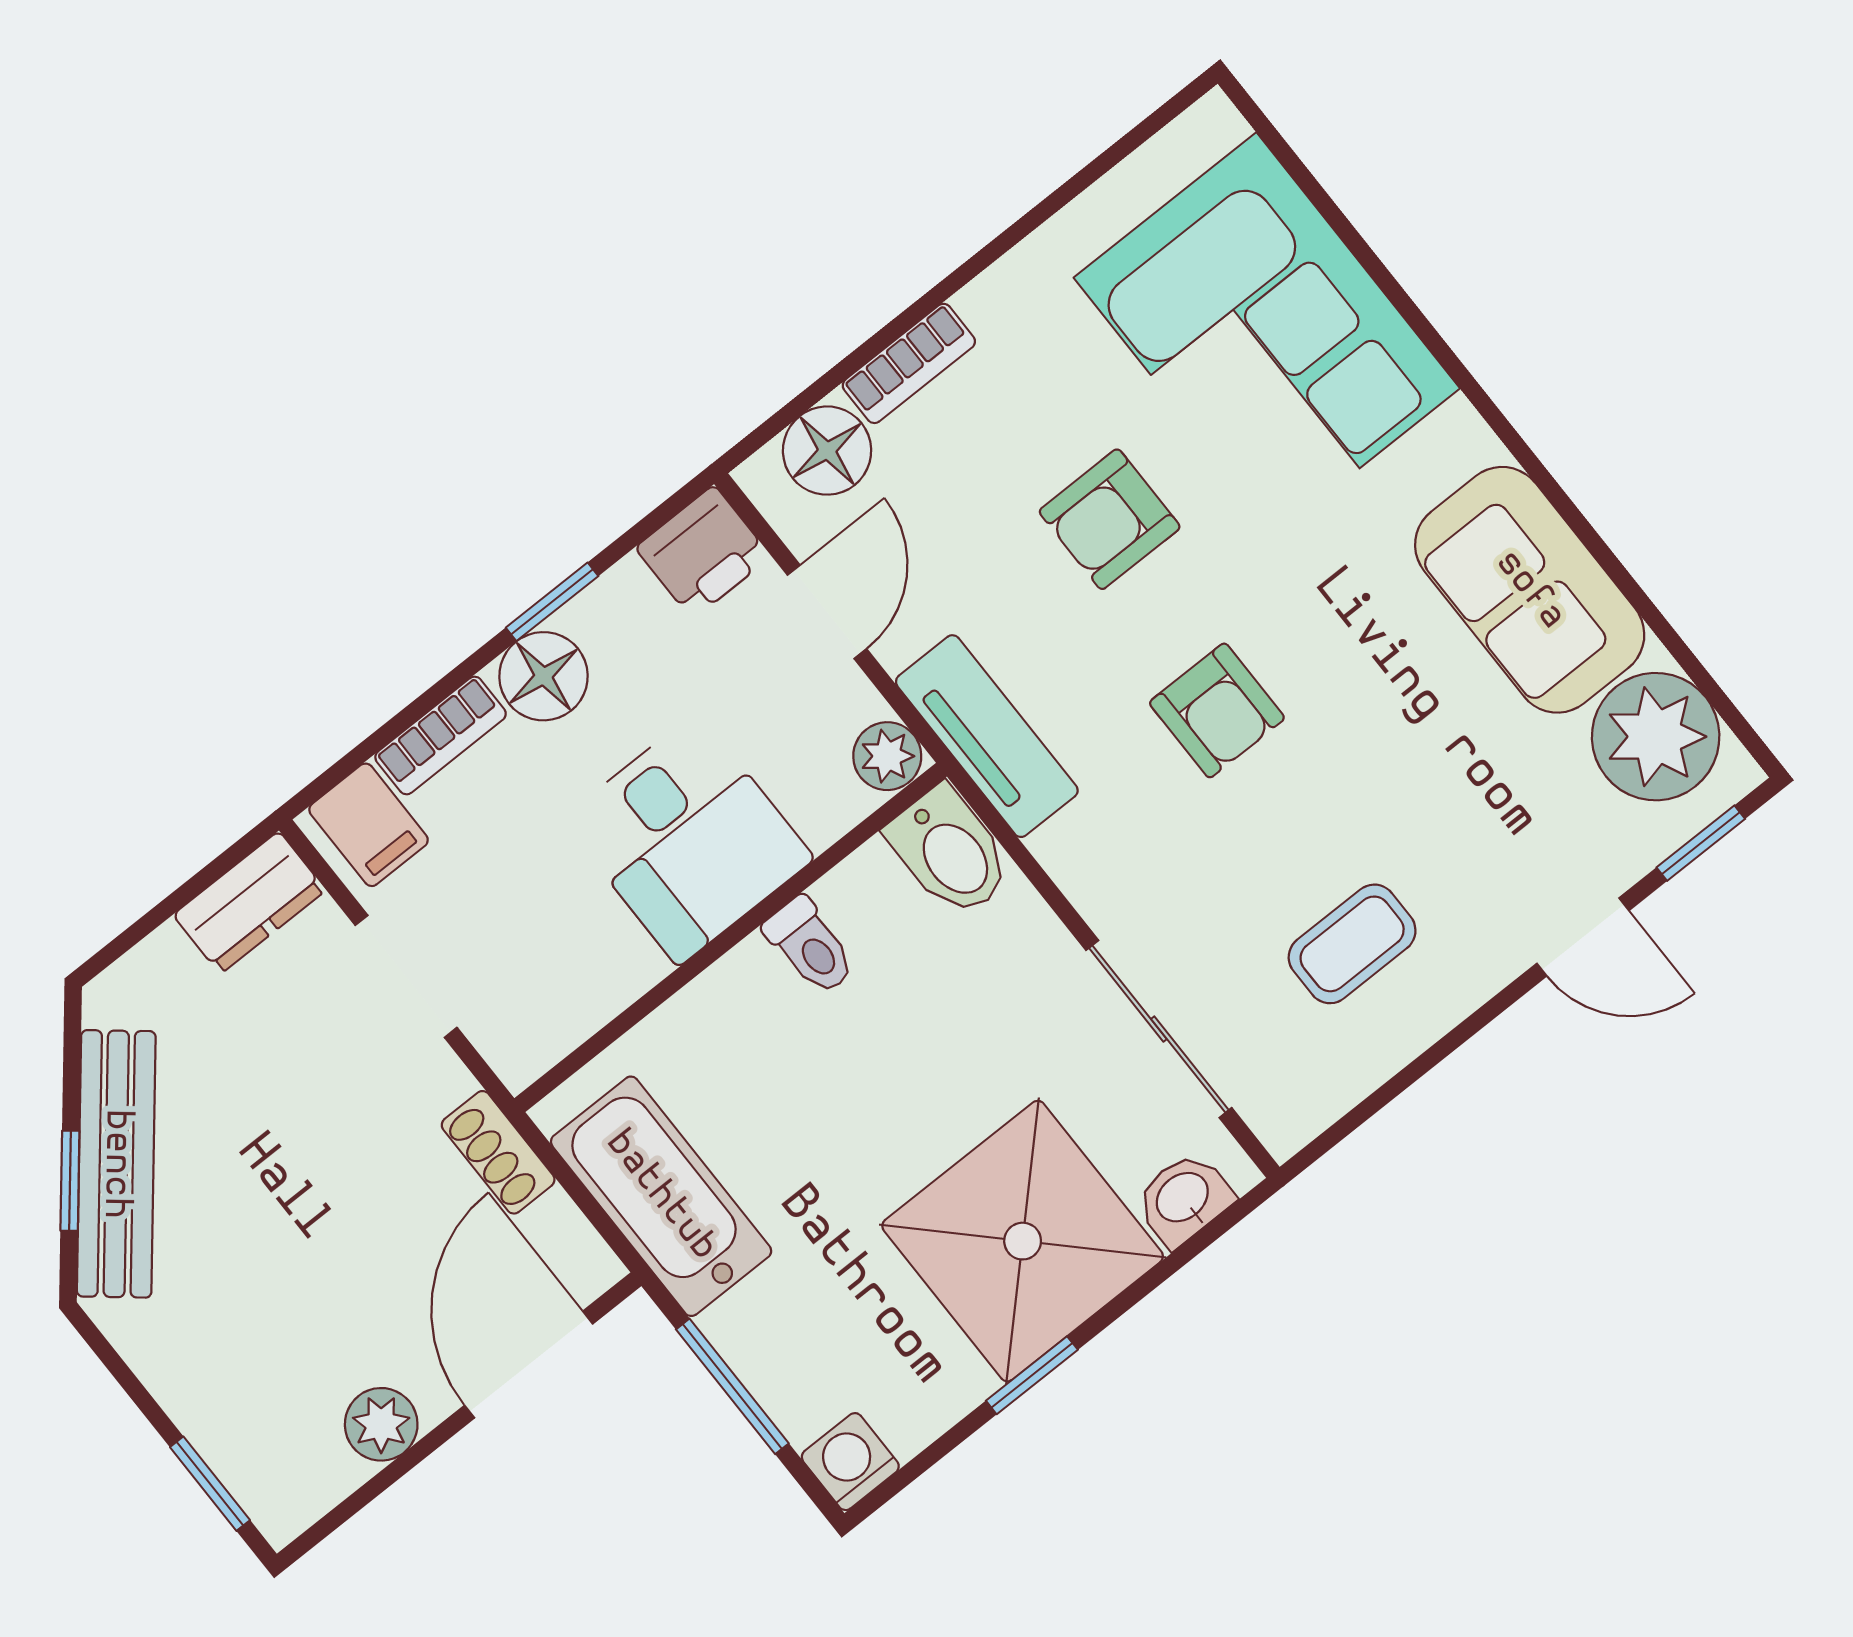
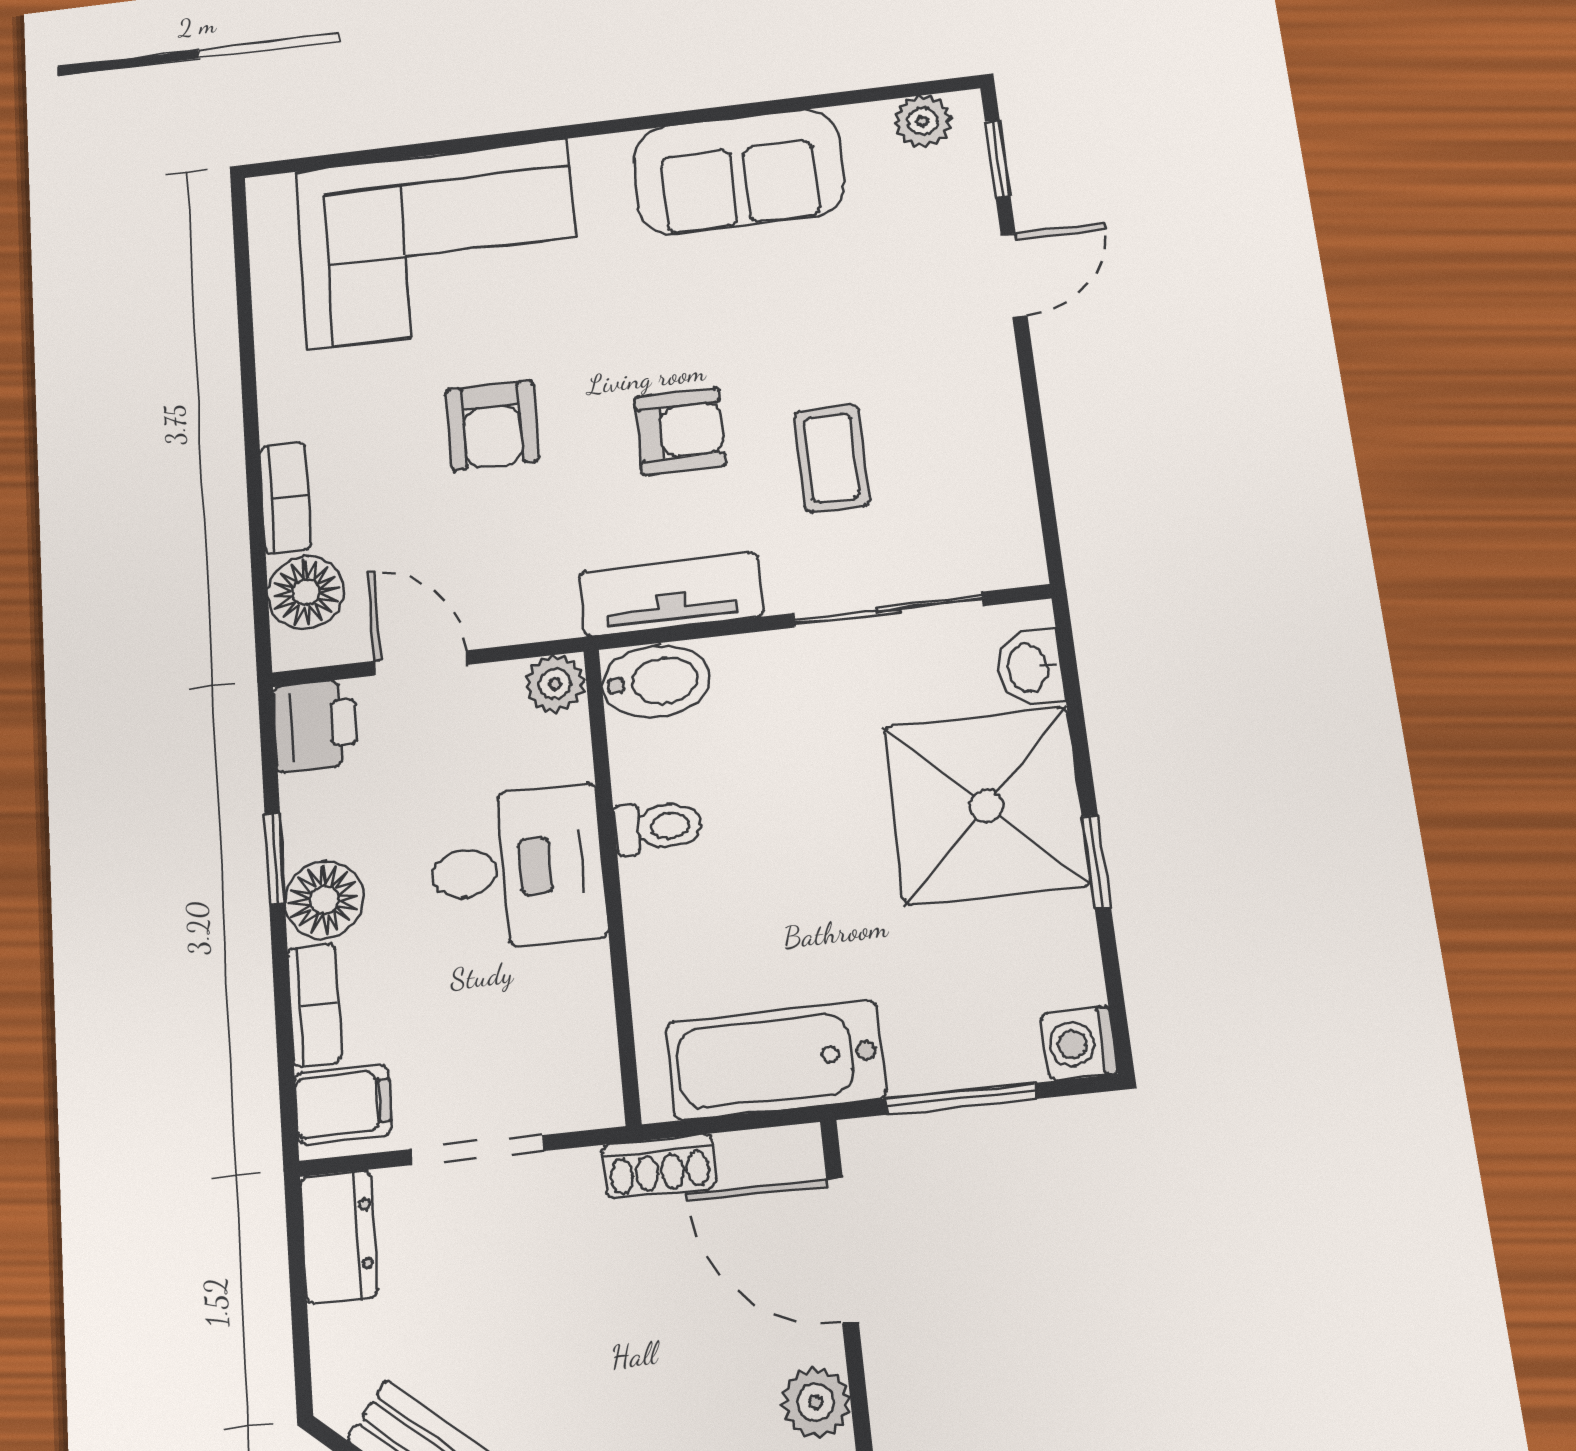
tv unit: (987, 736) -> (671, 594), moved
plant: (1656, 737) -> (922, 121), width x0.53, depth x0.53
coffee table: (1352, 944) -> (832, 458), moved

